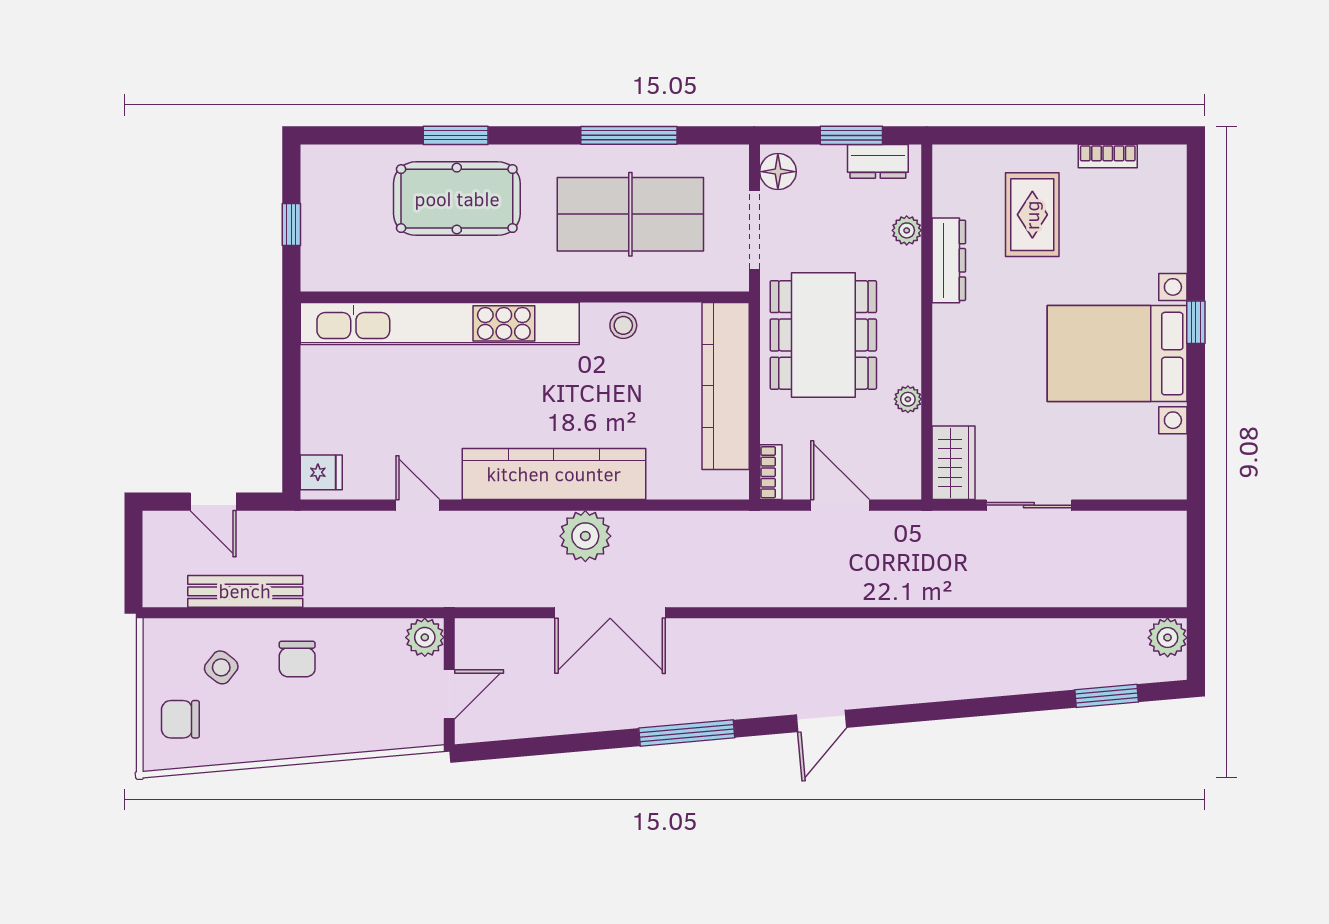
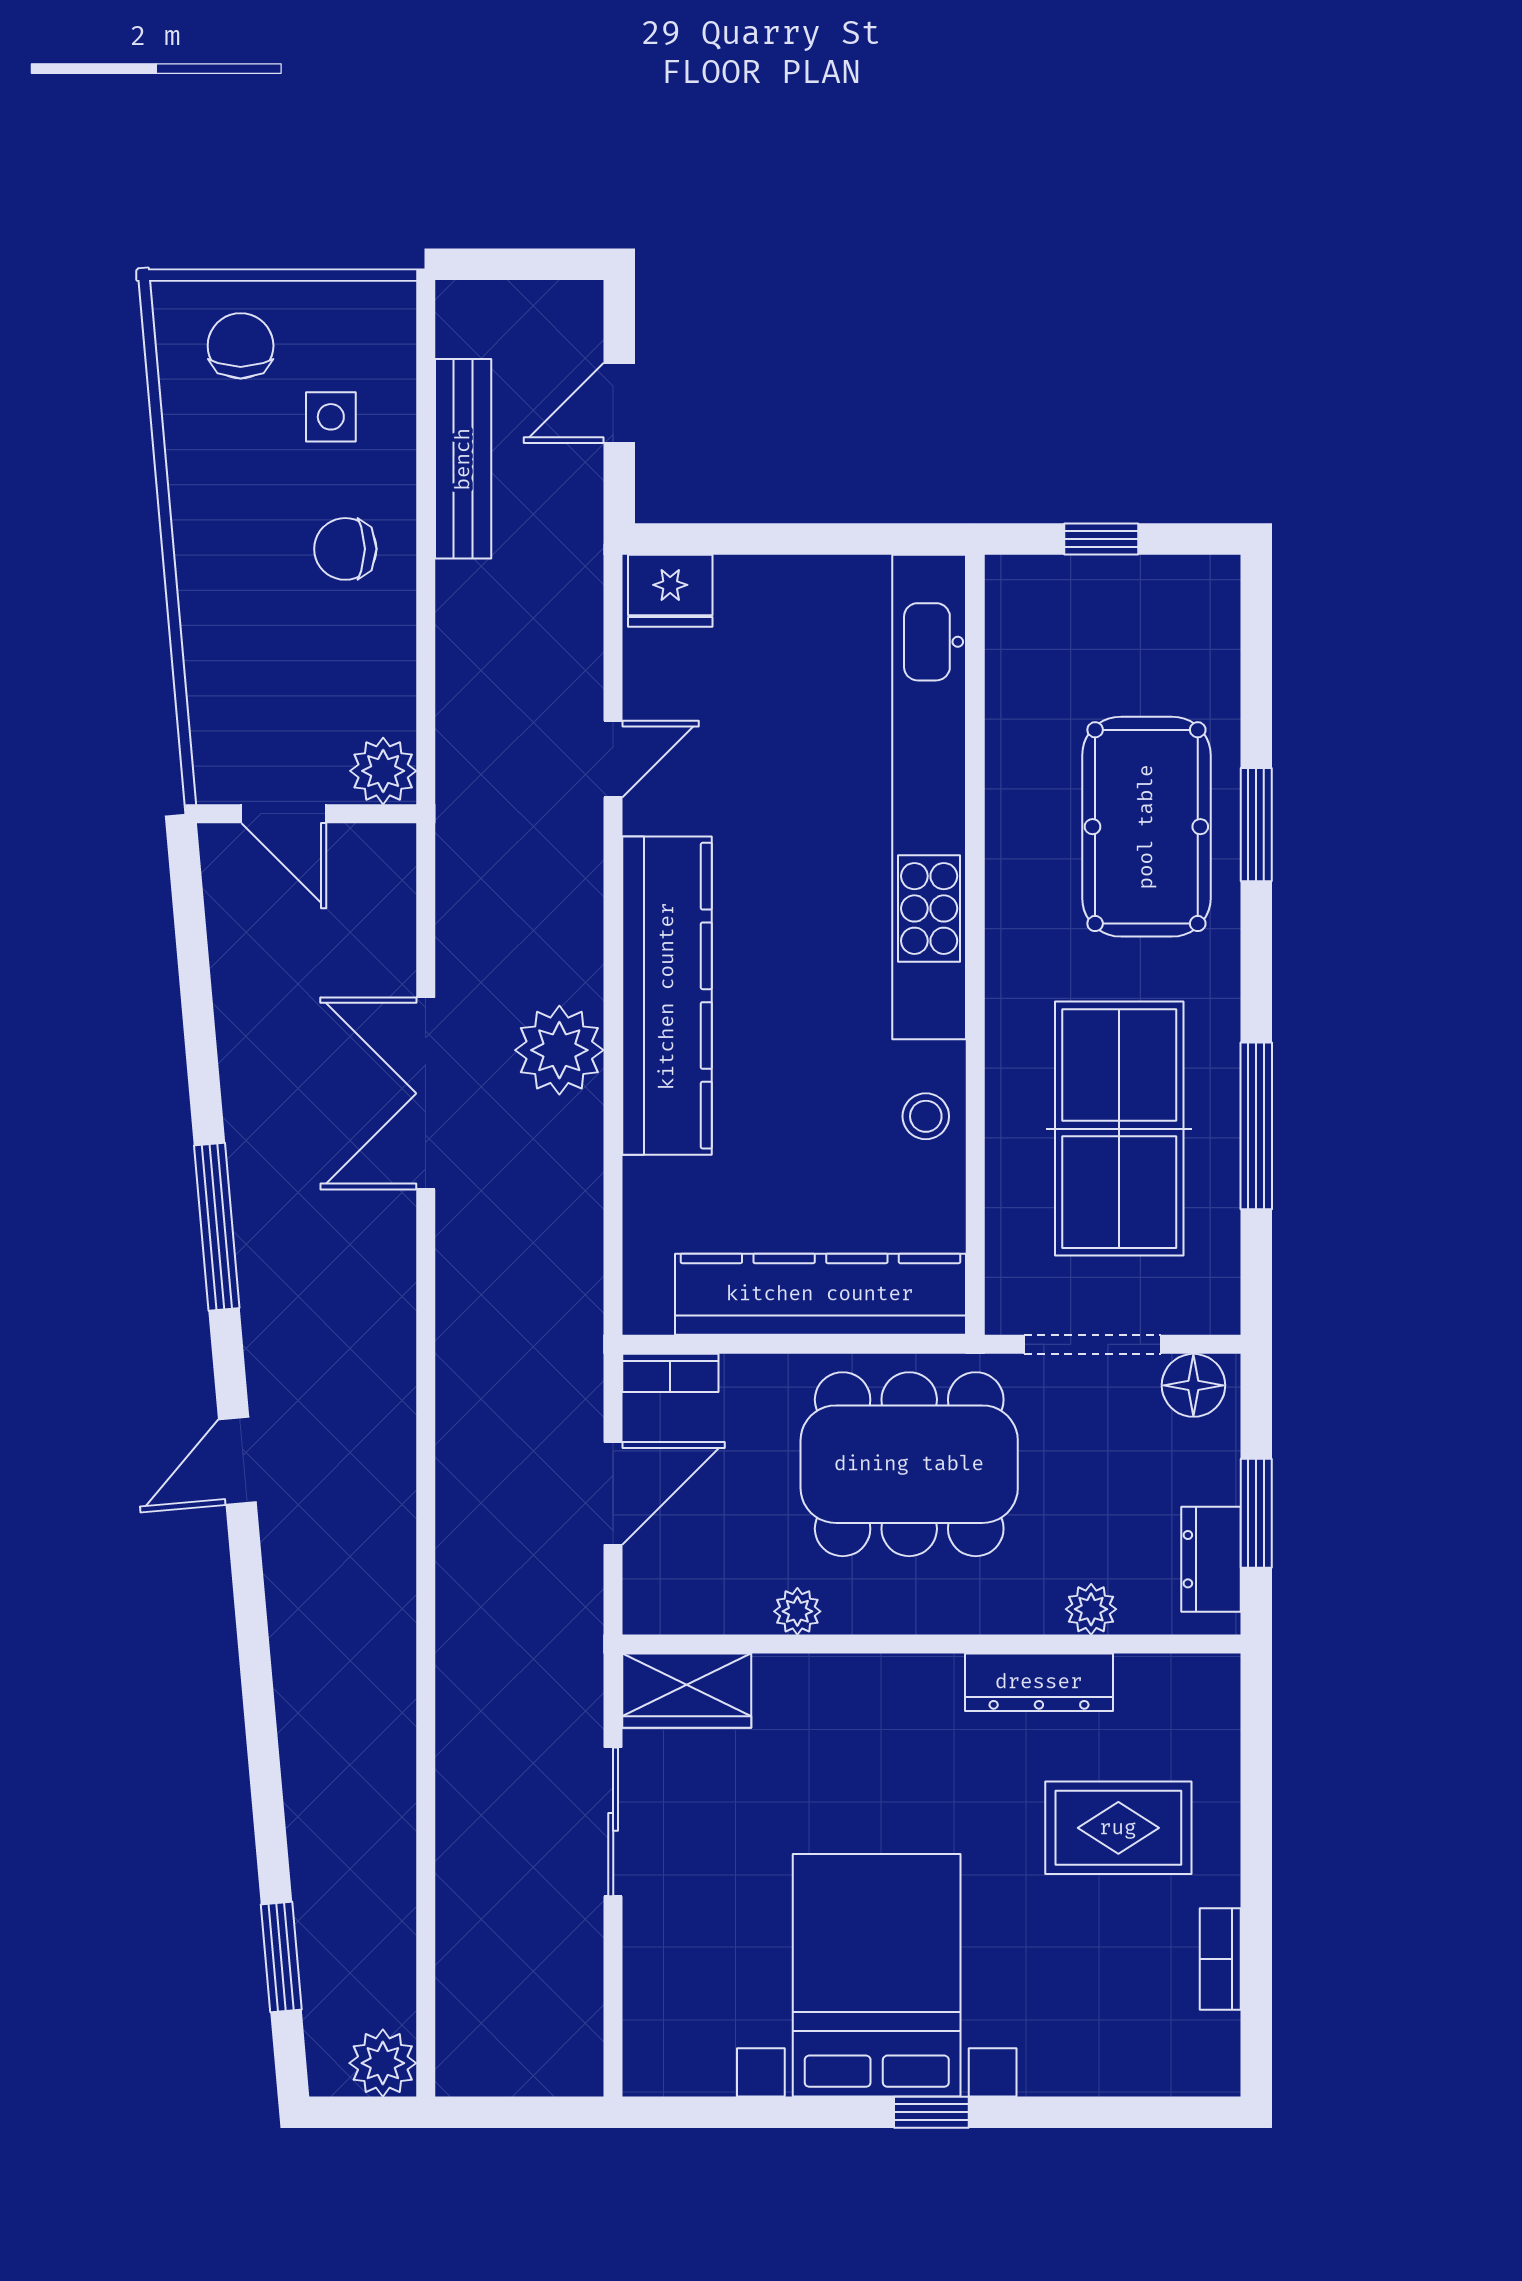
fridge: (321, 472) -> (670, 591), width x1.38
side table: (221, 667) -> (331, 417), turned -38
door: (821, 721) -> (237, 1461), hinge flipped

